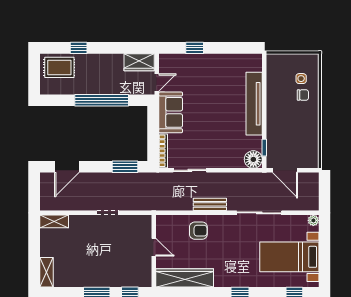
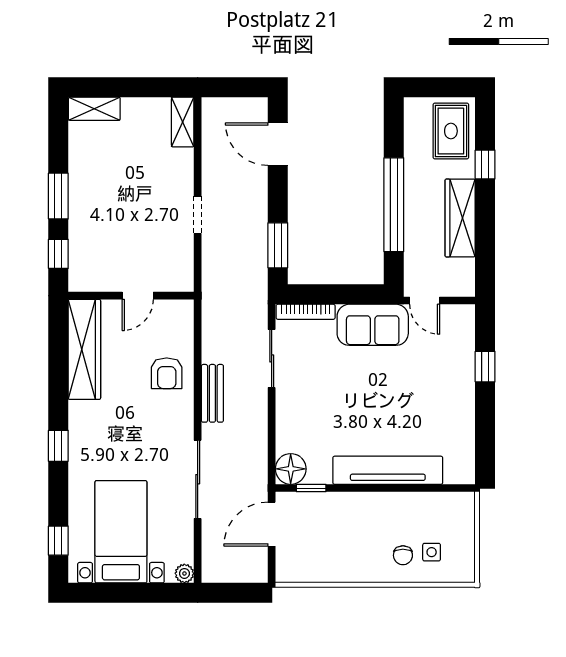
wardrobe: (139, 62) -> (460, 218), moved, width x1.50

